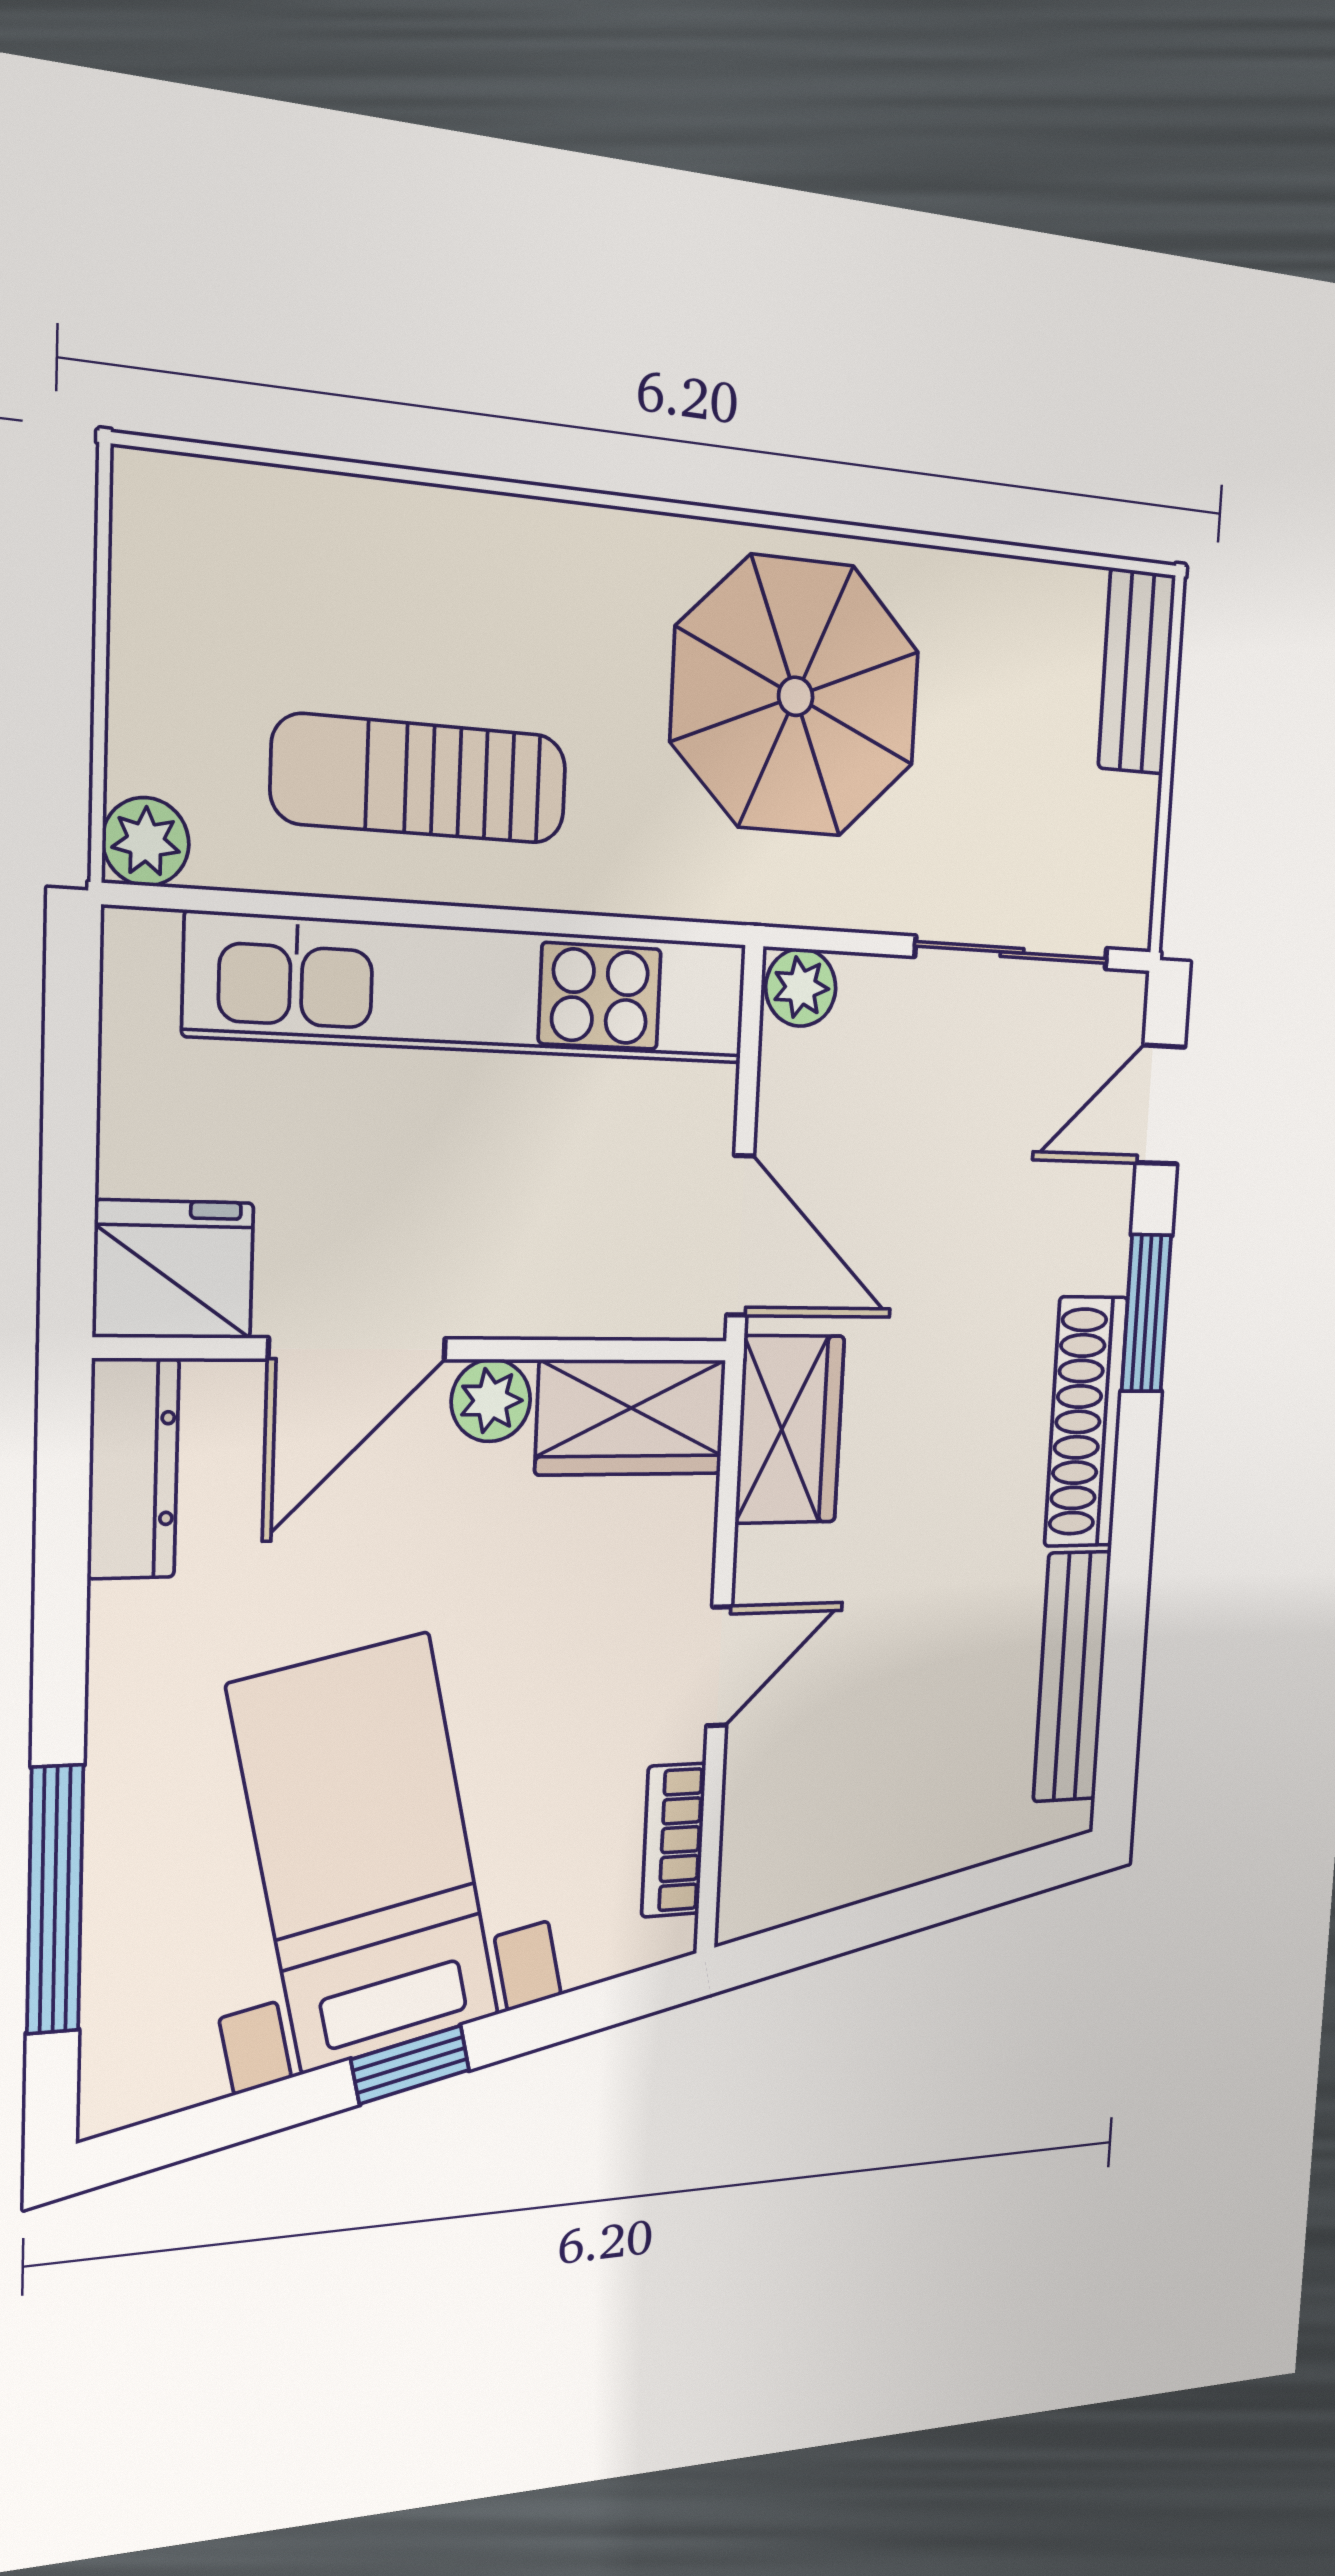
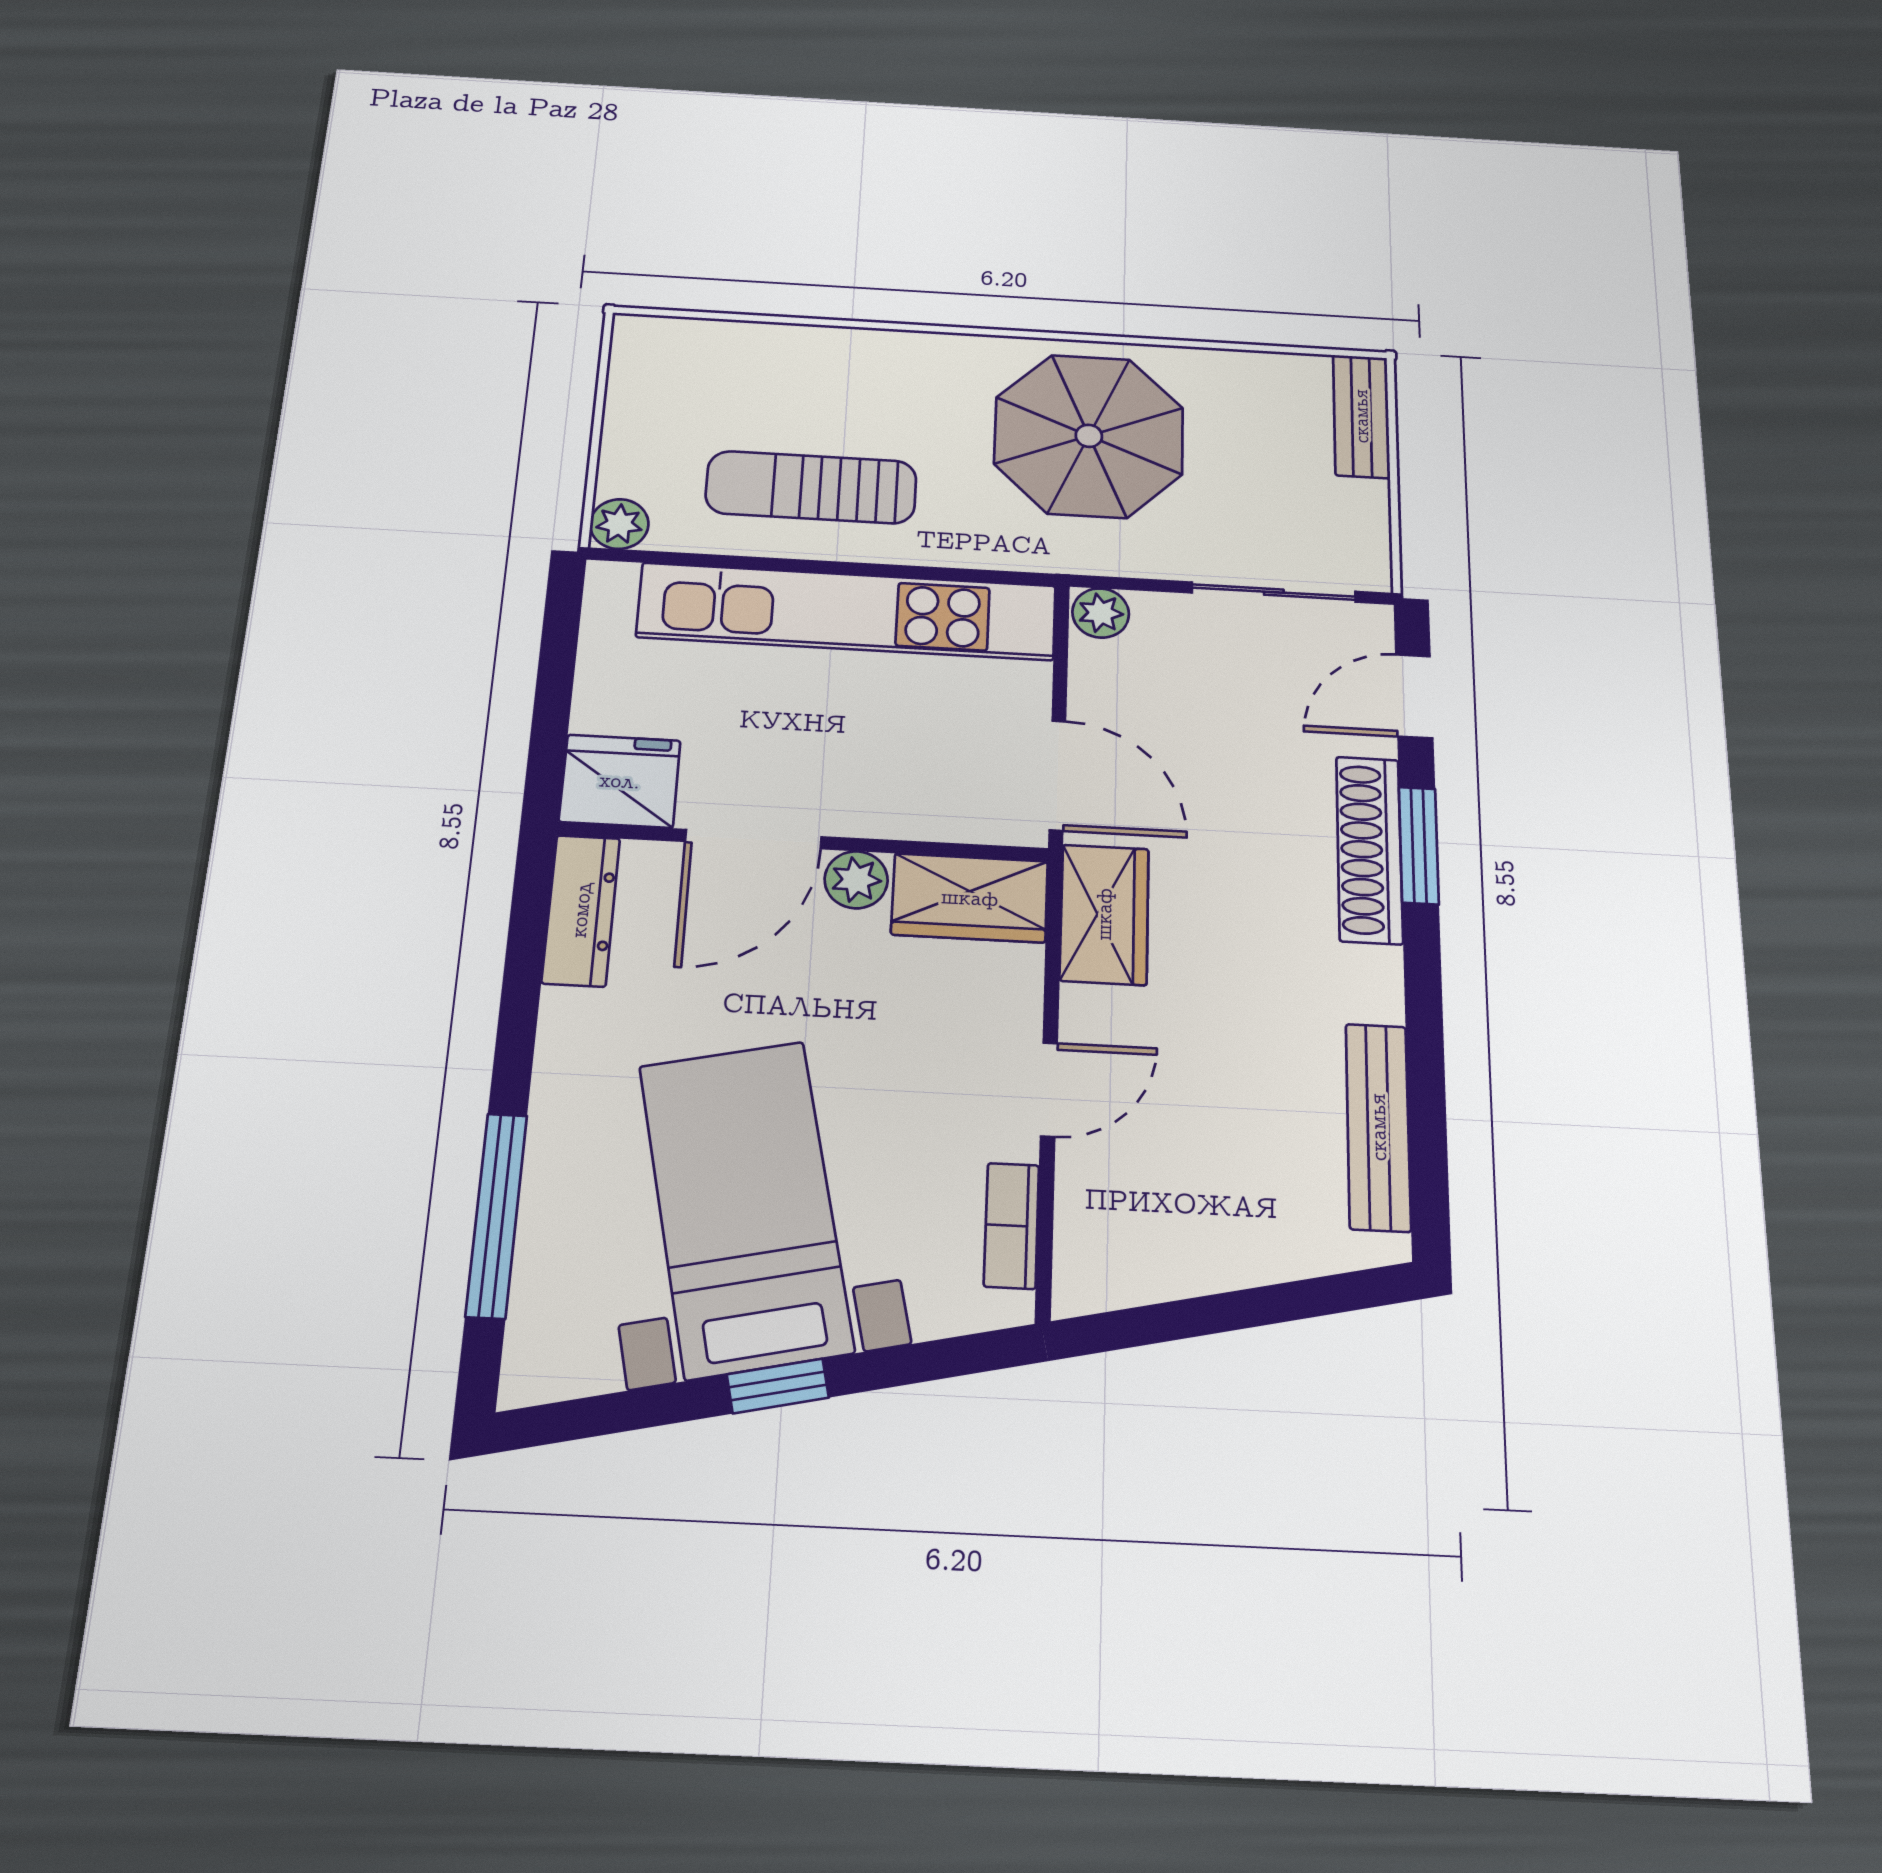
shoe rack: (1086, 1422) -> (1369, 850), moved

